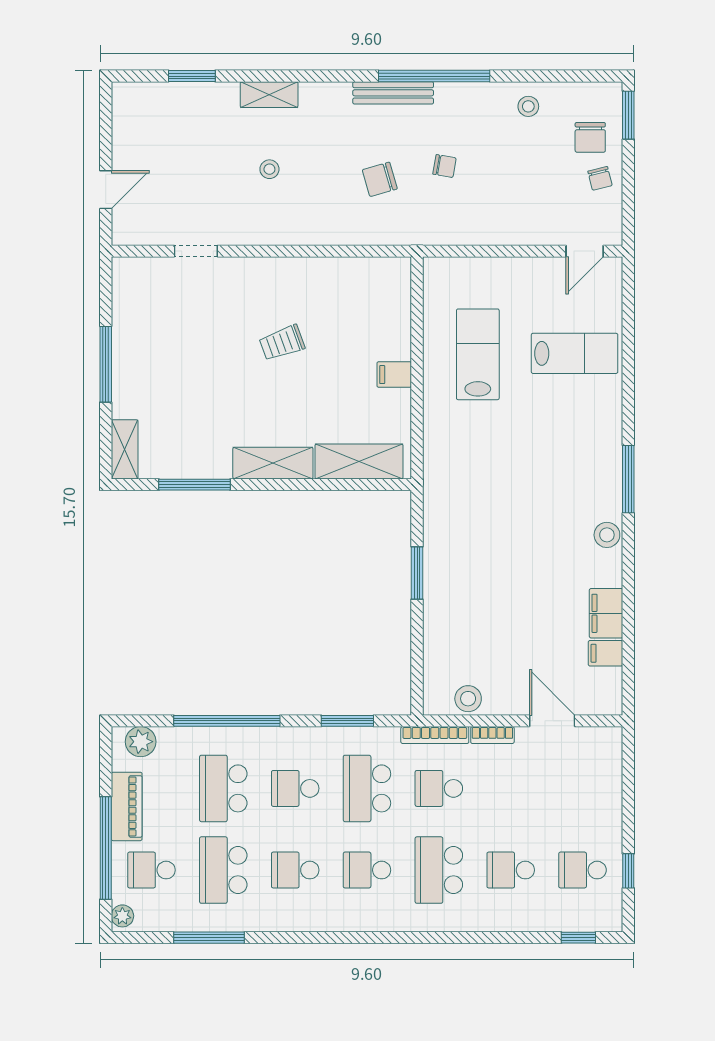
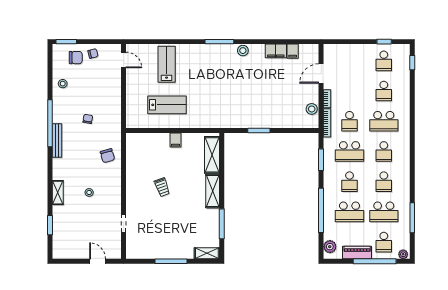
chair: (380, 179) -> (107, 156), moved
lab bench: (478, 354) -> (167, 105), turned 180

